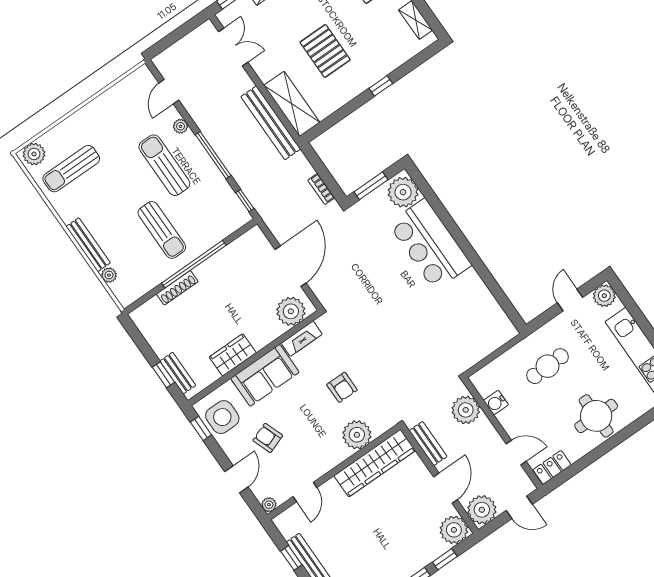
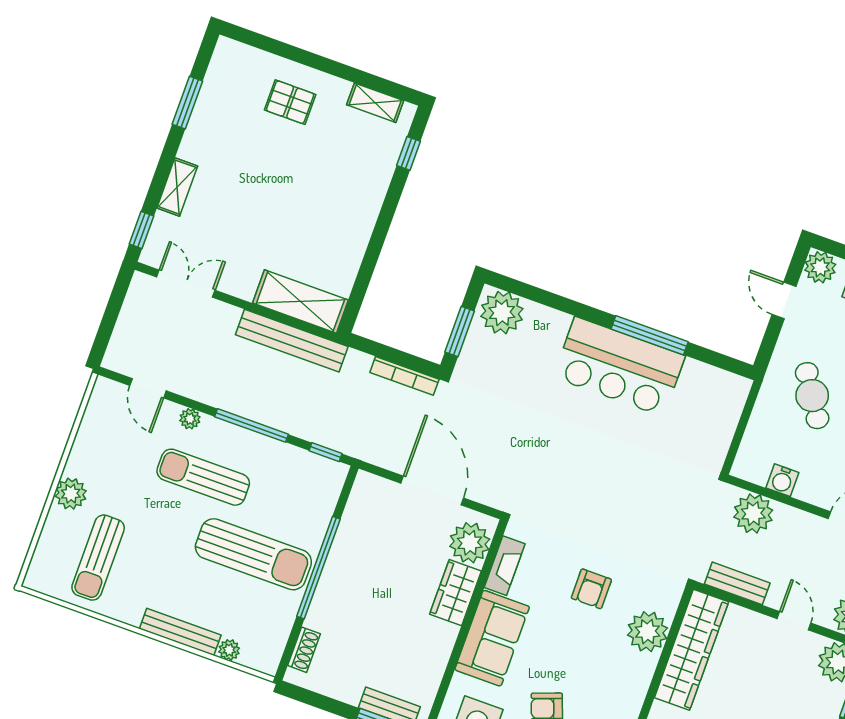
pallet: (325, 51) -> (296, 213), removed
window: (381, 86) -> (408, 153), moved
plant: (34, 154) -> (71, 494), moved
bookcase: (321, 189) -> (404, 376), width x1.56
sun lounger: (162, 230) -> (253, 554), width x1.36, depth x1.34
bar counter: (430, 244) -> (619, 366), moved
window: (479, 265) -> (650, 335), added
shoe rack: (177, 288) -> (304, 650), moved, width x0.70
wardrobe: (233, 355) -> (455, 593), moved
cafe table: (548, 366) -> (812, 396), turned -31
armchair: (342, 387) -> (591, 589), turned 90
door: (445, 488) -> (794, 621), width x0.73

